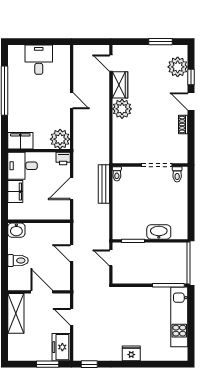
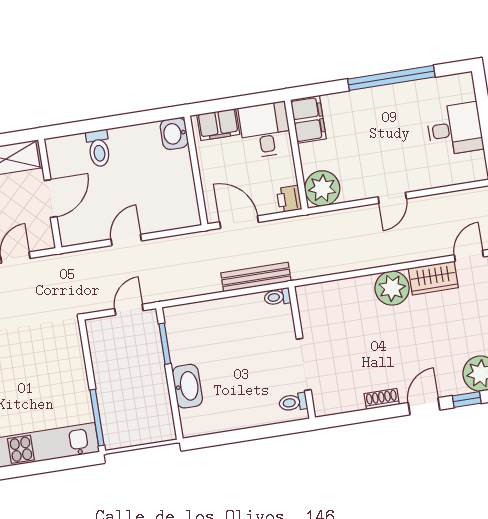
wall: (39, 221) -> (196, 170), moved
washbasin: (16, 230) -> (174, 134), moved

